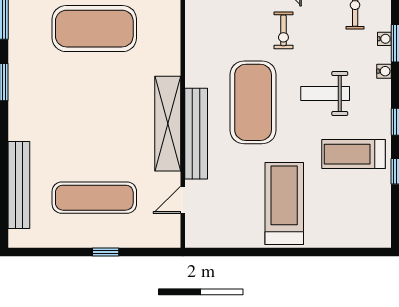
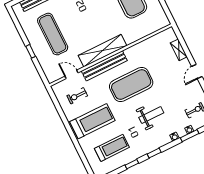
exercise bike: (283, 30) -> (77, 96), moved
weight bench: (325, 94) -> (151, 115), turned 90
treadmill: (353, 154) -> (112, 148), moved, turned 90

